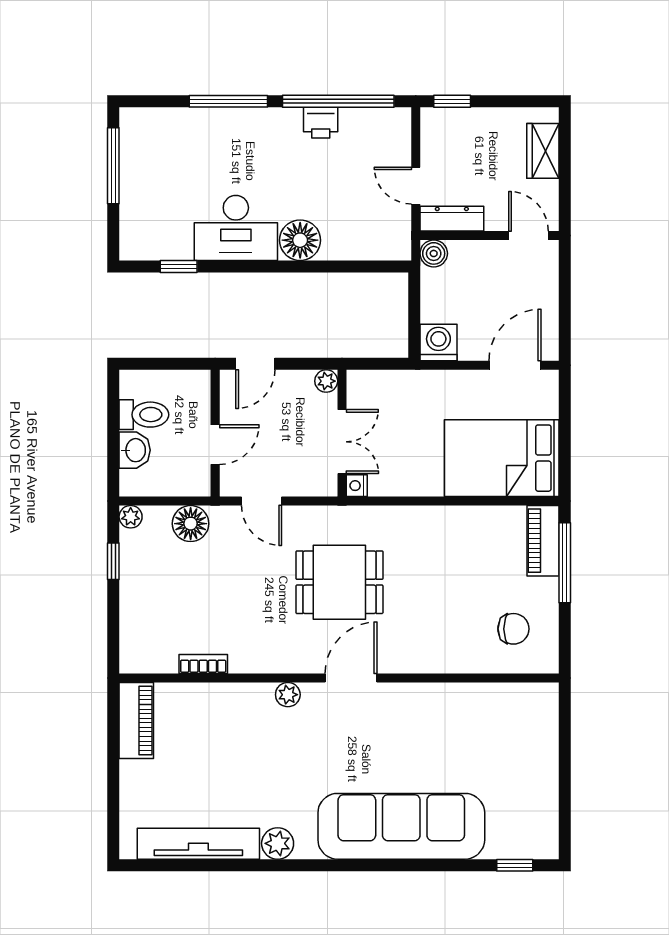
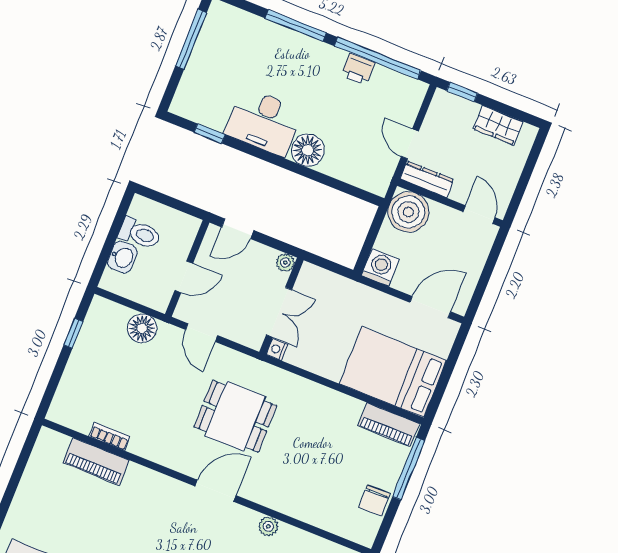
wardrobe: (543, 151) -> (498, 125), moved, turned -90
boiler: (434, 253) -> (408, 212), width x1.86, depth x1.86
plant: (131, 517) -> (99, 305), removed
piano: (543, 541) -> (388, 425), moved, turned -90
chair: (513, 629) -> (374, 500), moved, turned 90
plant: (288, 695) -> (268, 526), moved
piano: (136, 720) -> (96, 461), moved, turned 90

